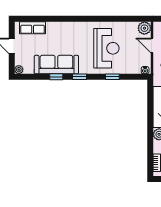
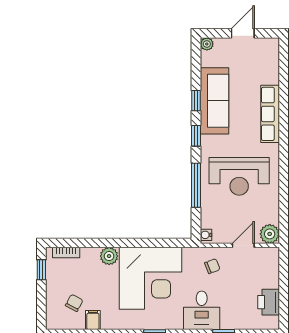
row of seats: (33, 28) -> (270, 114), moved, width x1.48
window: (112, 77) -> (196, 185), width x2.17

